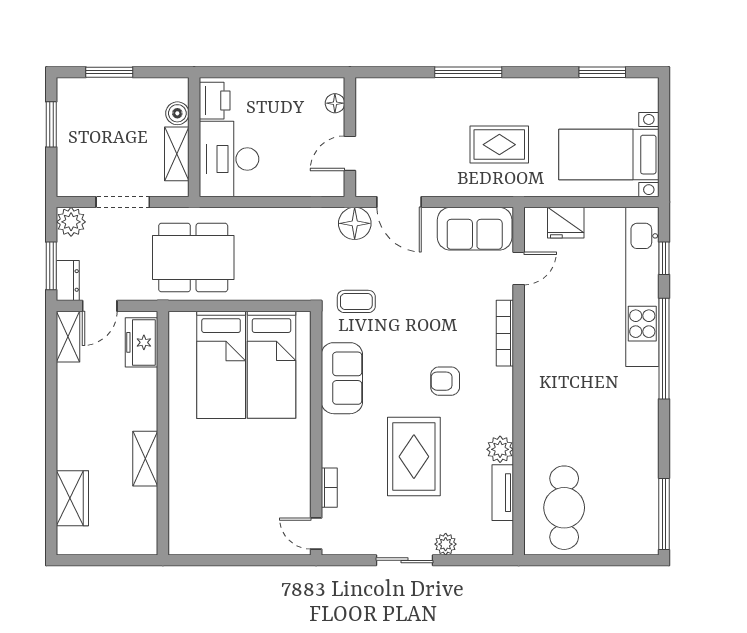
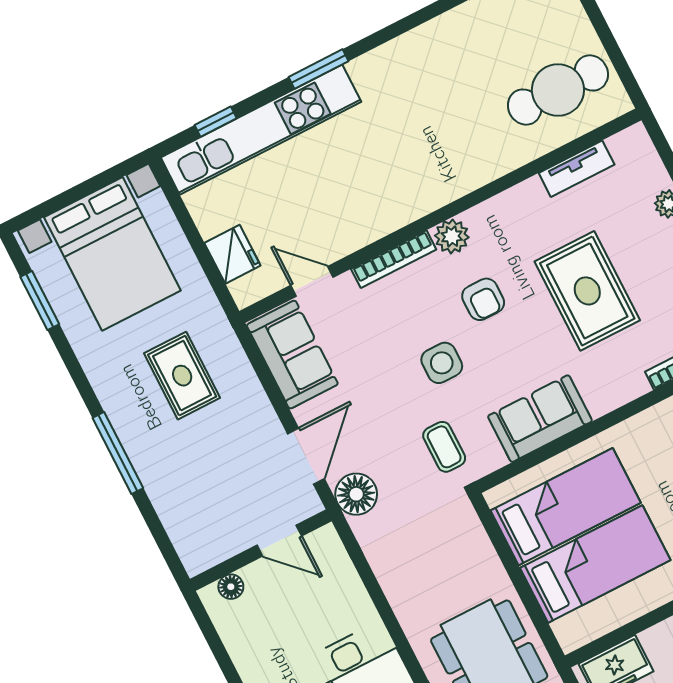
bed with nightstands: (609, 155) -> (112, 254), width x1.36
side table: (416, 330) -> (442, 363), added
window: (664, 349) -> (319, 69), width x0.47
plant: (500, 449) -> (452, 236), moved
rug: (414, 457) -> (587, 291), turned 90

